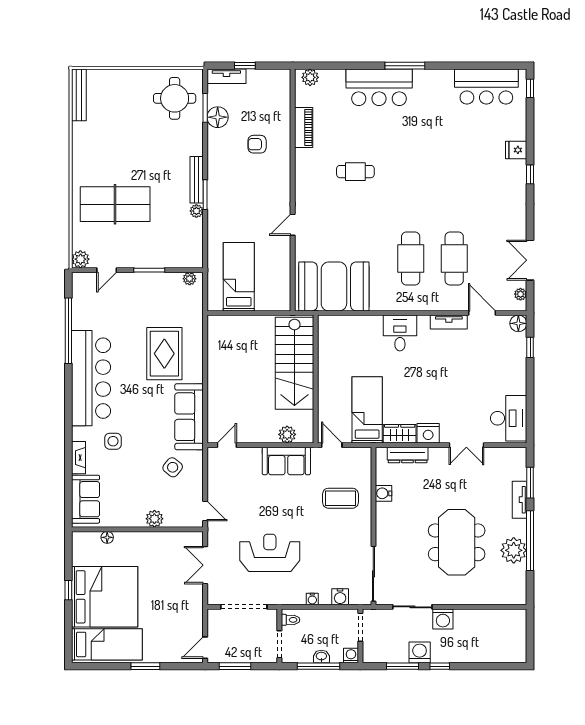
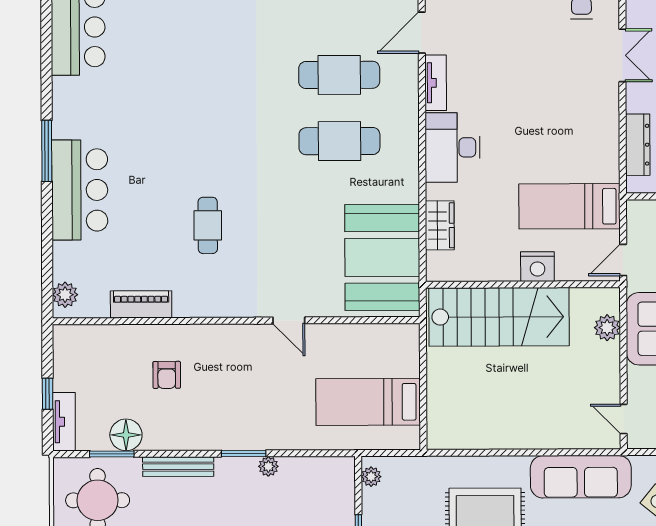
bench: (197, 180) -> (178, 467), moved
desk: (400, 333) -> (453, 147), width x1.37
nightstand: (428, 433) -> (537, 267), moved, turned 90
wardrobe: (400, 434) -> (440, 225), moved, turned 180

